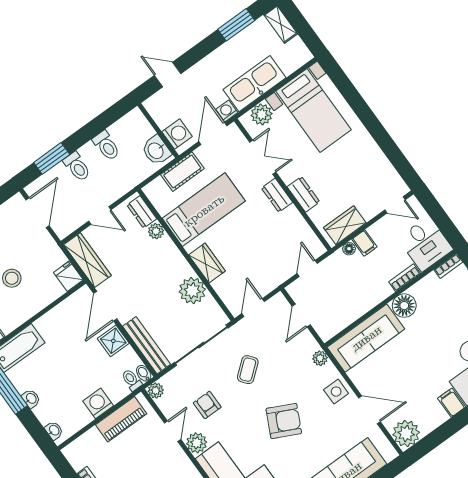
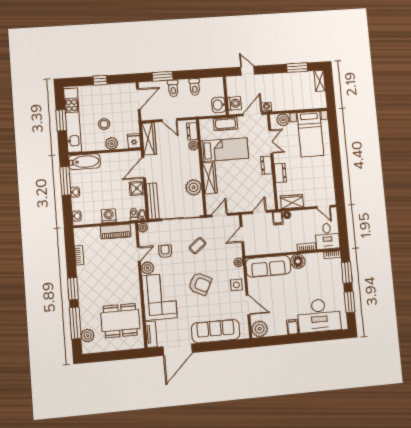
kitchen sink: (254, 84) -> (289, 102), removed
filing cabinet: (364, 243) -> (278, 218), moved
wardrobe: (207, 263) -> (210, 178), width x1.50
plant: (39, 299) -> (112, 144), added

